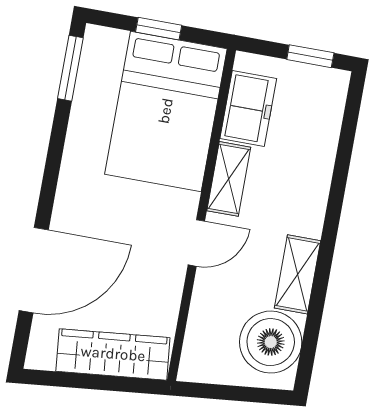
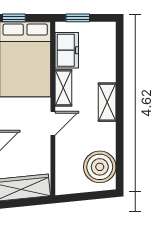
window: (310, 56) -> (78, 18), moved
shelving: (297, 274) -> (107, 102), moved

